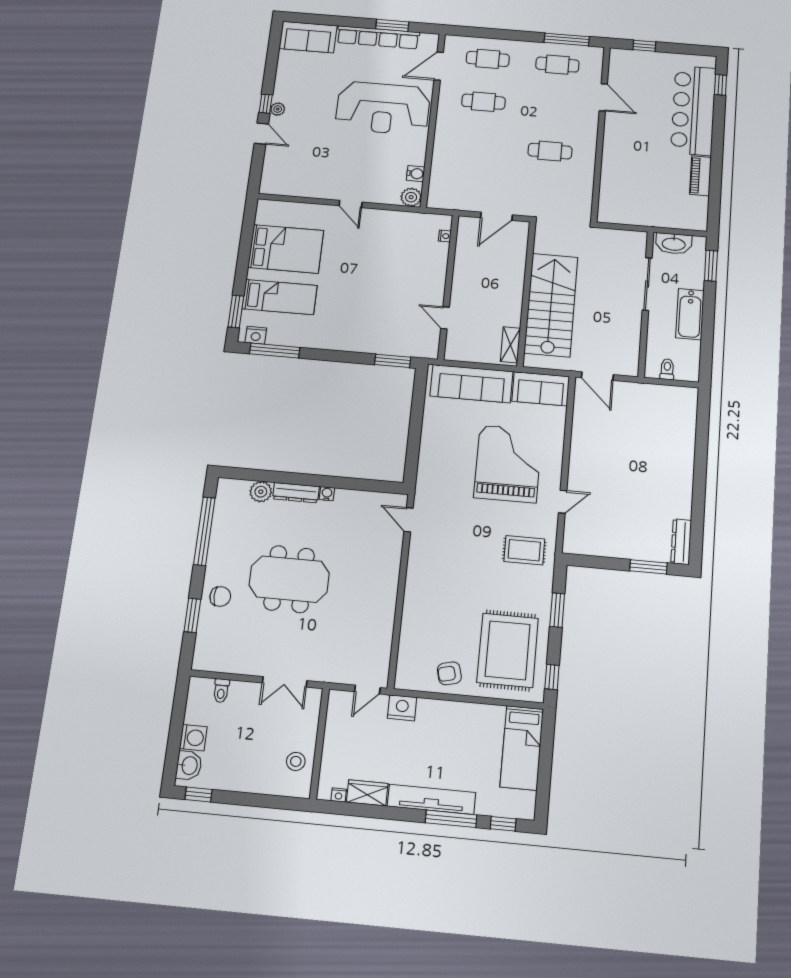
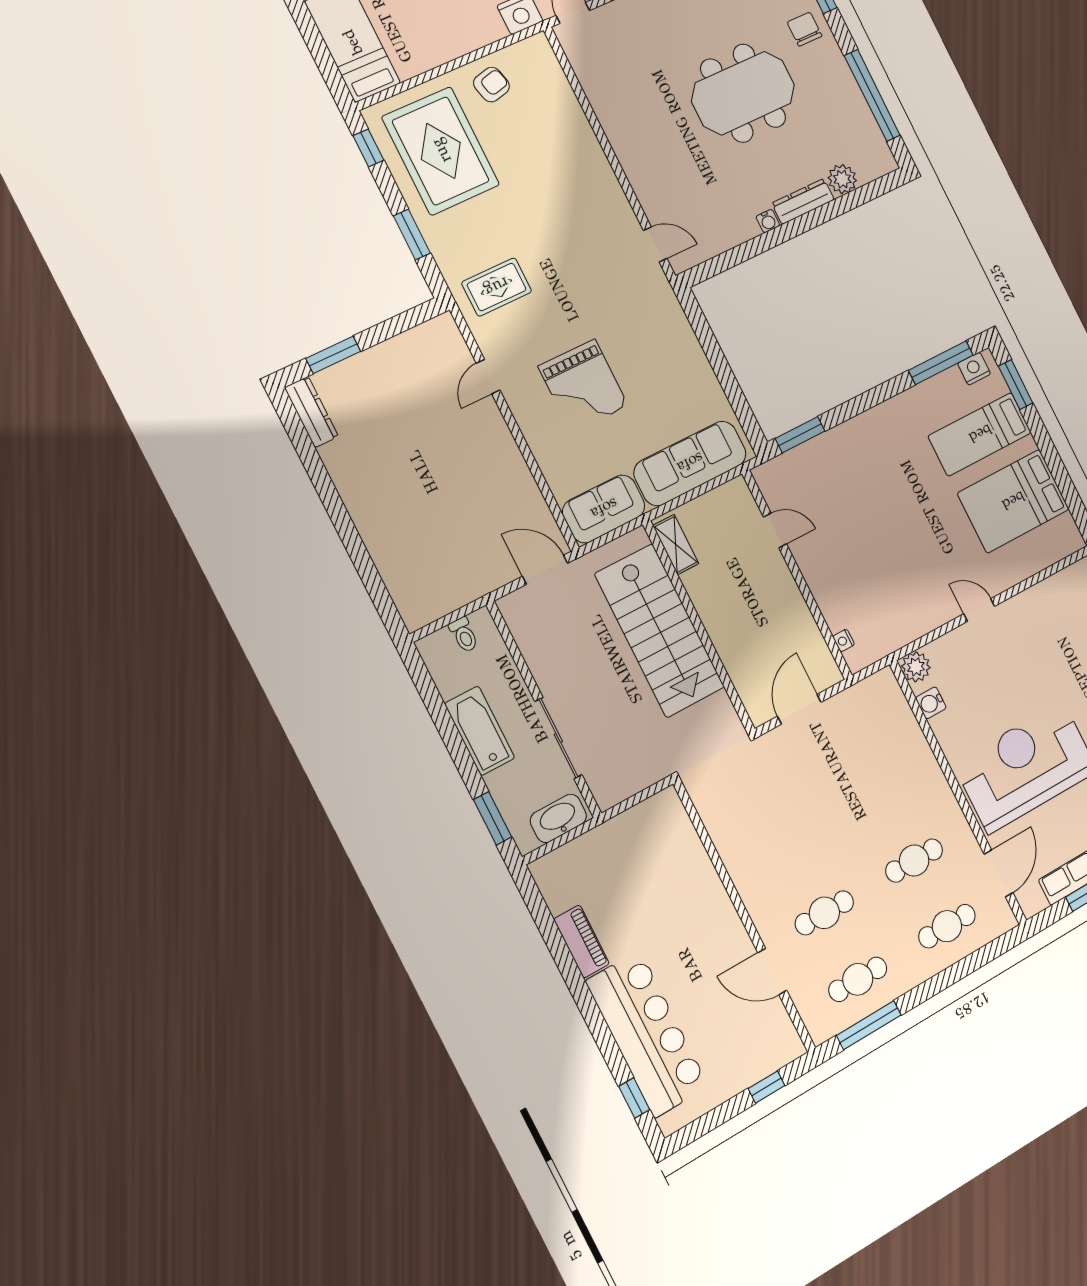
cafe table: (550, 151) -> (824, 913), moved
grand piano: (508, 464) -> (583, 386), width x0.73, depth x0.68
chair: (220, 597) -> (804, 29), turned 90

